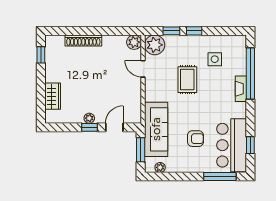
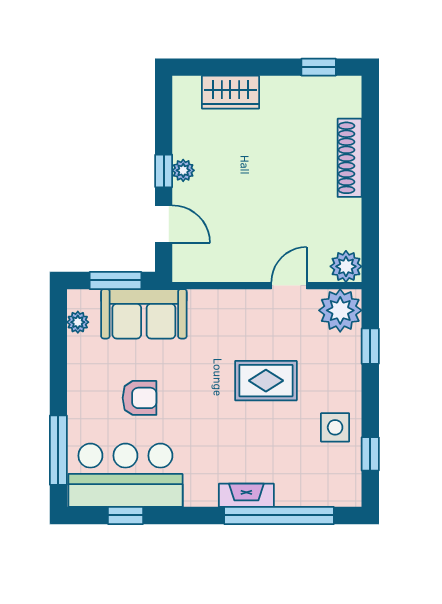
window: (194, 31) -> (370, 454), moved
side table: (215, 59) -> (335, 427), moved
sofa: (156, 129) -> (144, 314), width x0.73
armchair: (195, 139) -> (140, 398), turned -90

